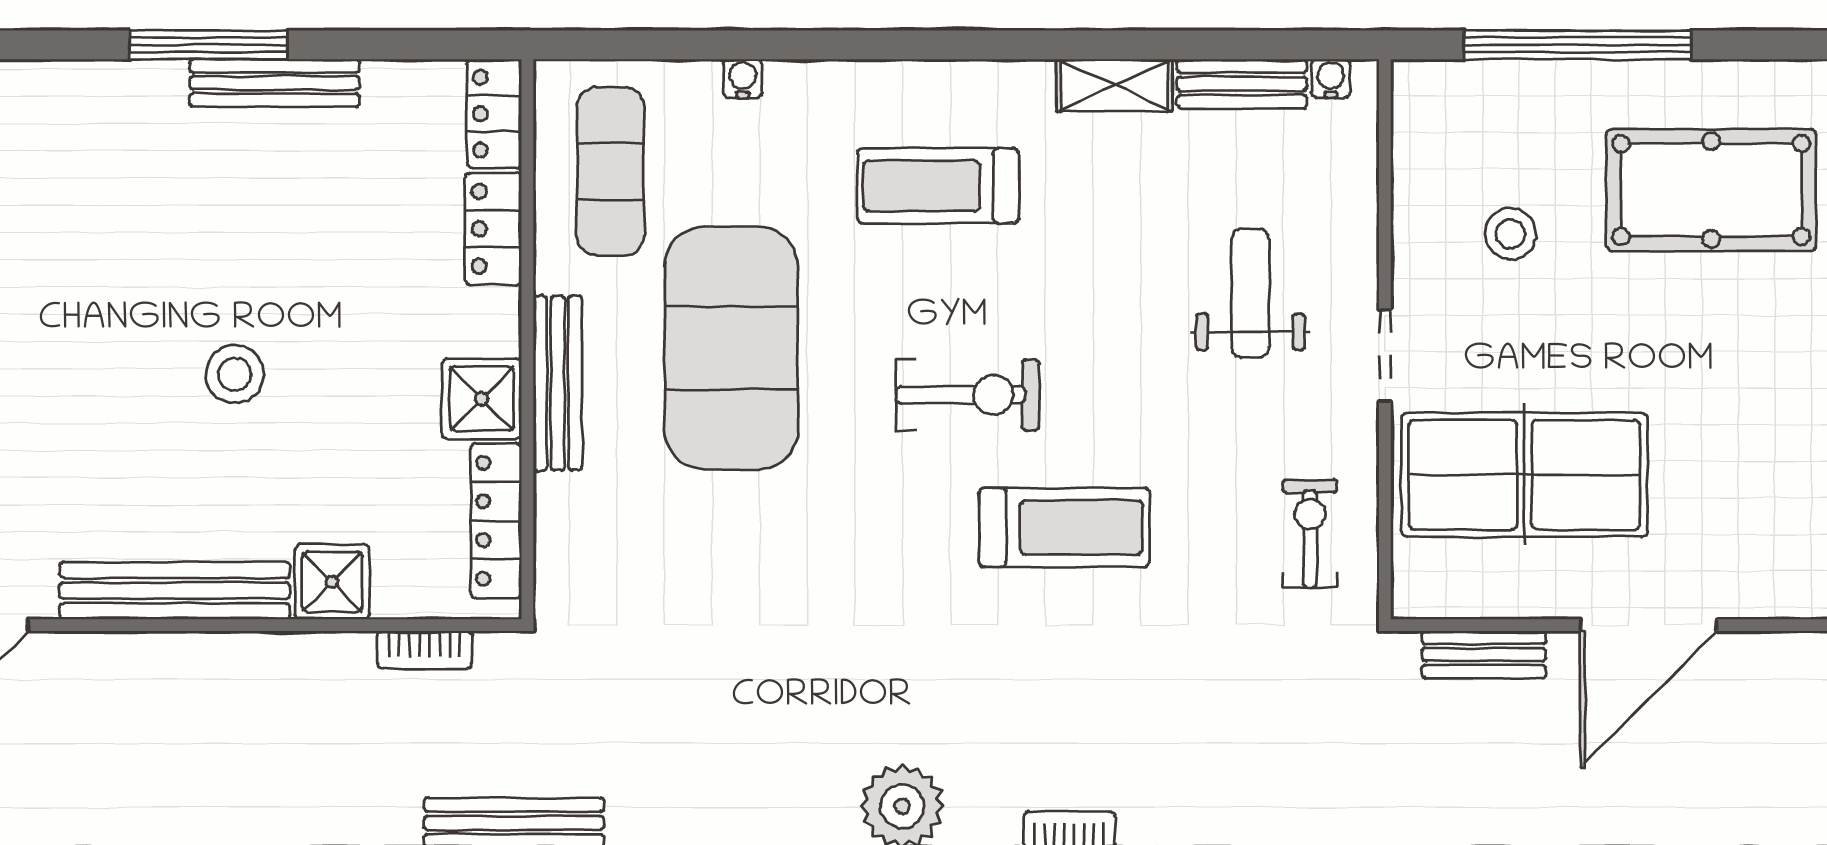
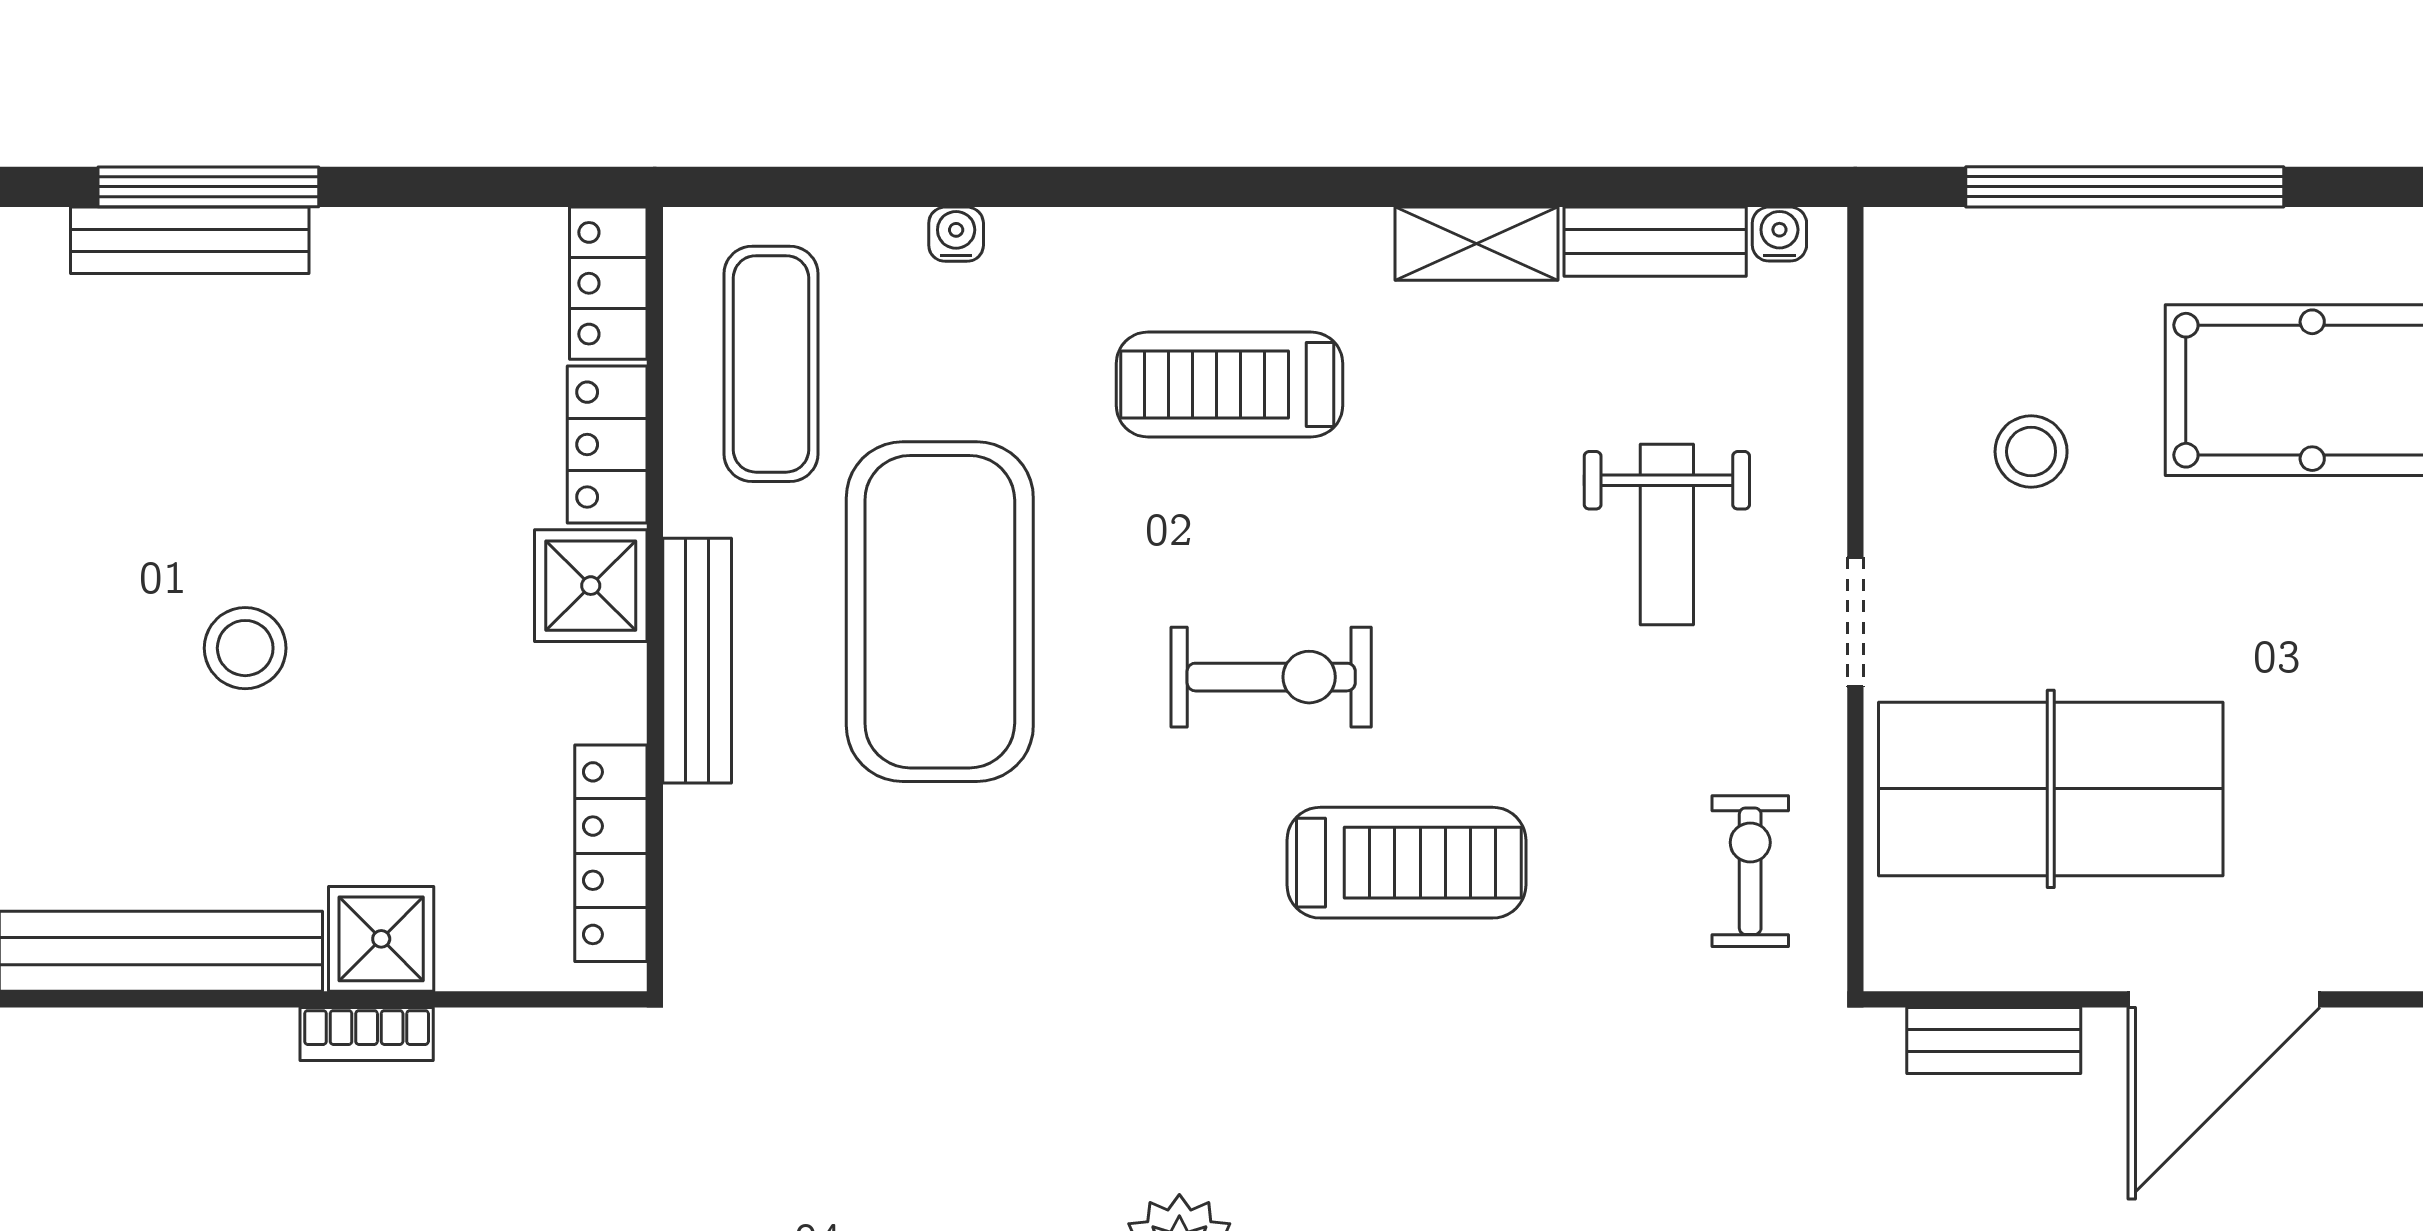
bench: (275, 83) -> (190, 240), moved
weight bench: (1250, 293) -> (1667, 535), turned 180
shower: (482, 399) -> (591, 586), moved
bookcase: (425, 650) -> (367, 1034), moved

